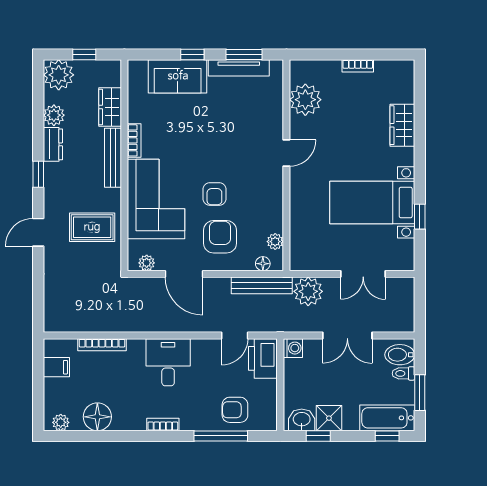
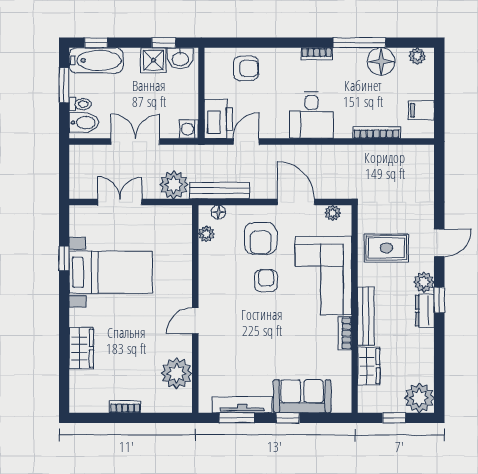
plant: (54, 115) -> (424, 282), moved
dresser: (53, 144) -> (425, 311), moved
window: (221, 436) -> (359, 43), moved

